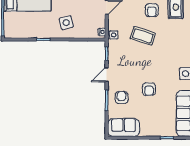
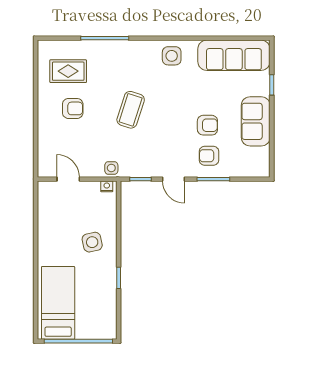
coffee table: (143, 36) -> (131, 110), moved
armchair: (149, 89) -> (207, 125), moved
sofa: (124, 127) -> (256, 121), moved

